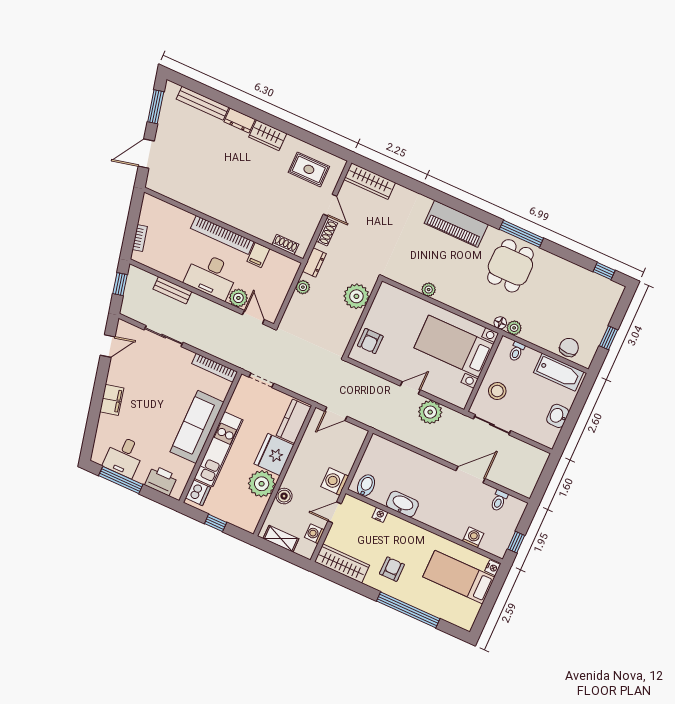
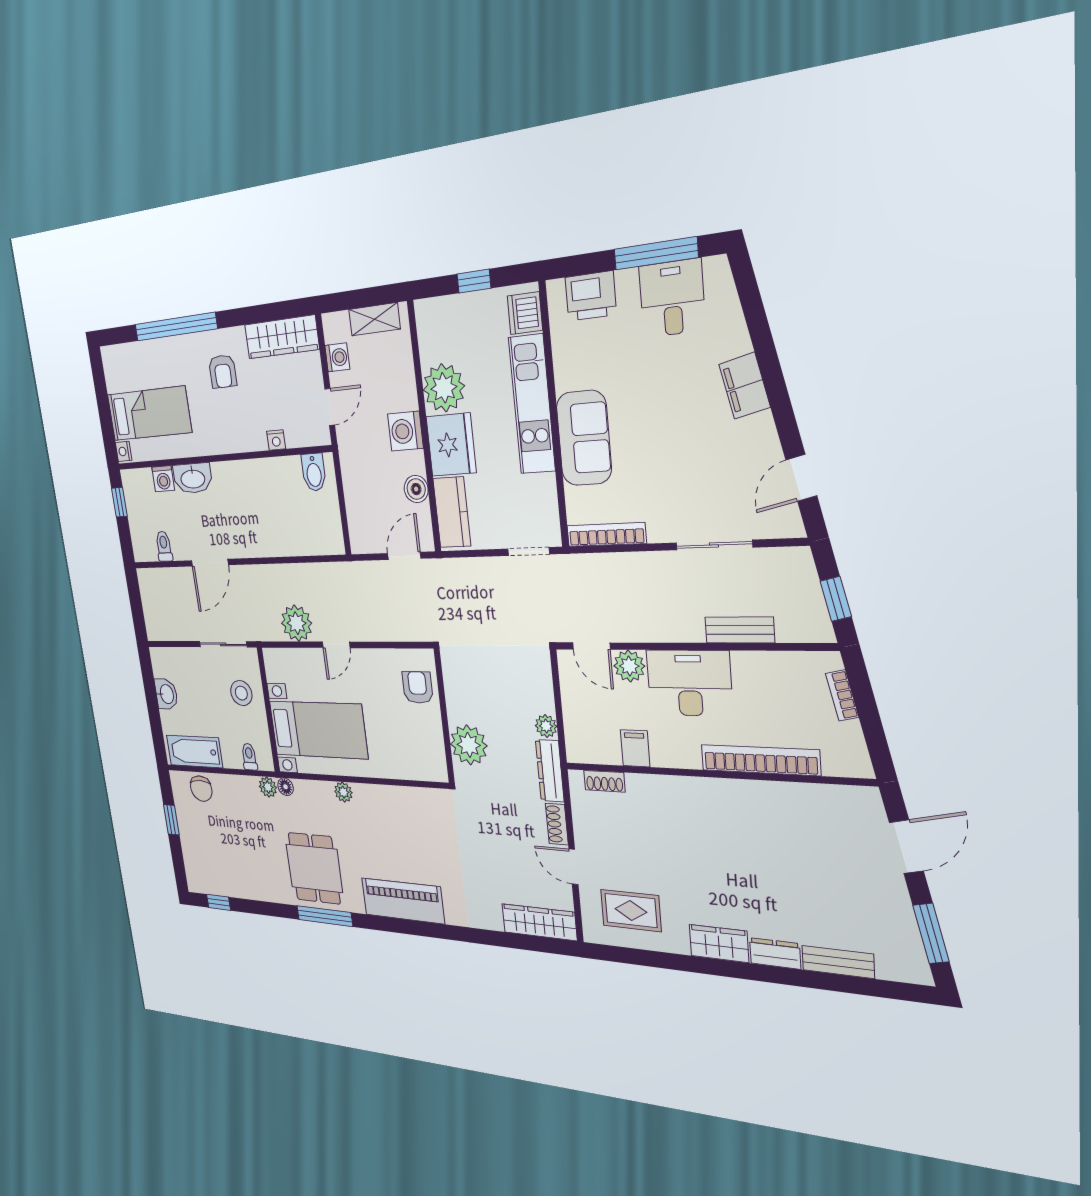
bench: (203, 103) -> (838, 962), width x0.73
bookcase: (222, 235) -> (760, 760), moved
dresser: (314, 263) -> (550, 771), width x1.44
plant: (429, 290) -> (343, 792), moved
sofa: (197, 427) -> (584, 438), width x0.73
washing machine: (335, 481) -> (405, 431), moved, turned 180
boiler: (284, 496) -> (416, 489), moved
washbasin: (402, 504) -> (193, 478), moved

